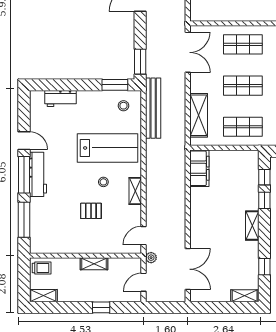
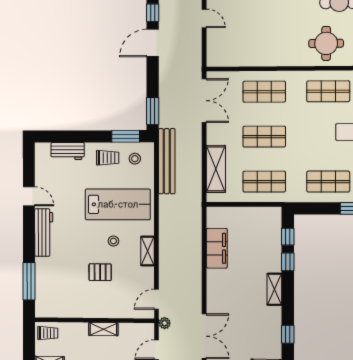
trolley: (98, 105) -> (108, 158), added
filing cabinet: (199, 168) -> (217, 248), moved
window: (24, 175) -> (29, 233), removed

